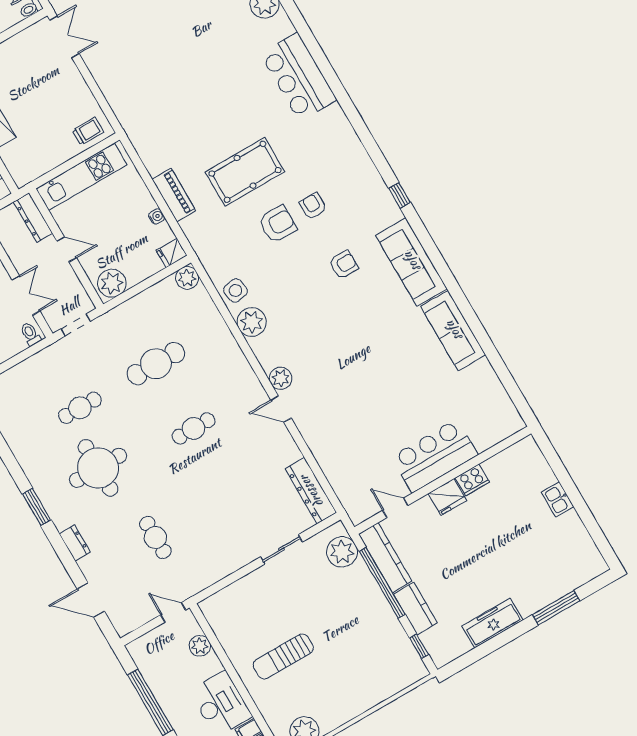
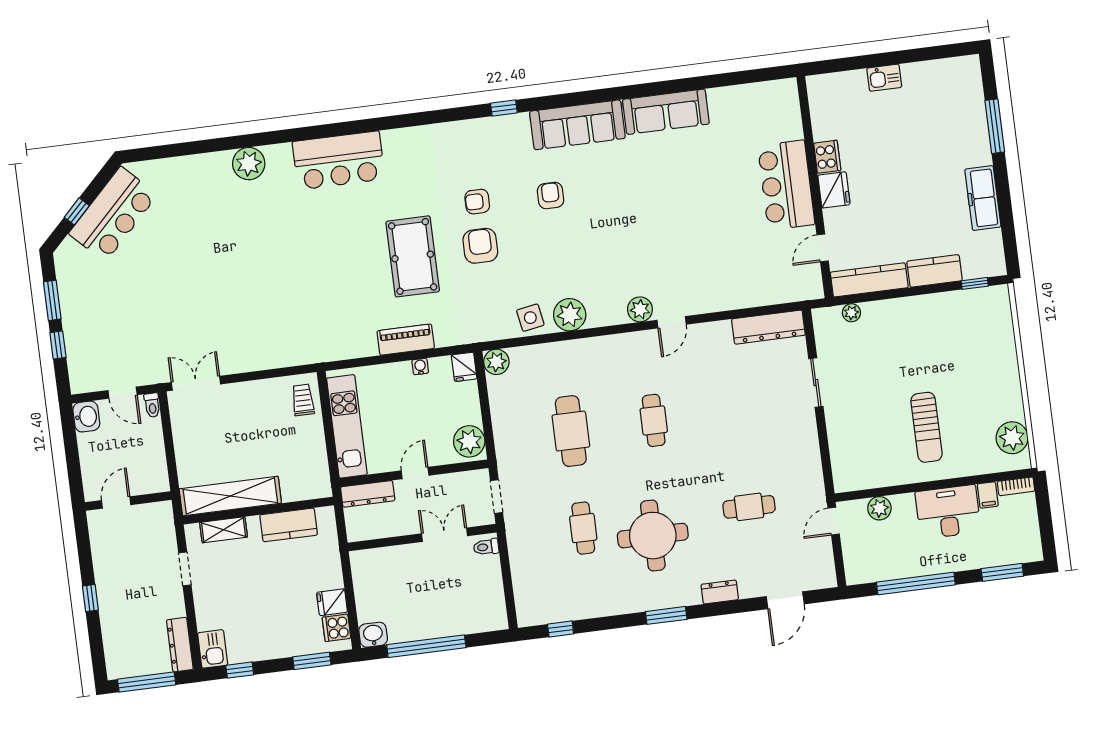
plant: (342, 552) -> (851, 313), width x0.53, depth x0.53
window: (382, 583) -> (894, 294), removed

